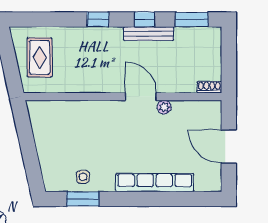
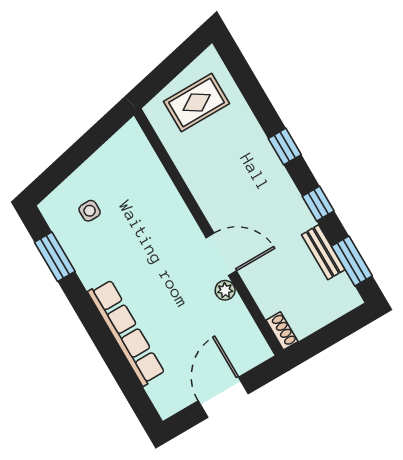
bench: (149, 34) -> (323, 252), moved, width x0.73
door: (141, 97) -> (221, 254), hinge flipped
side table: (83, 177) -> (90, 211), moved

